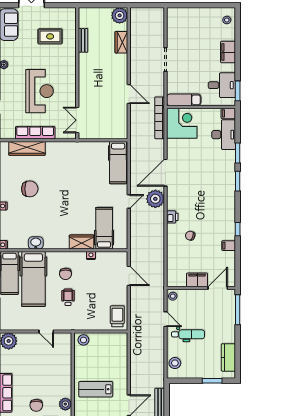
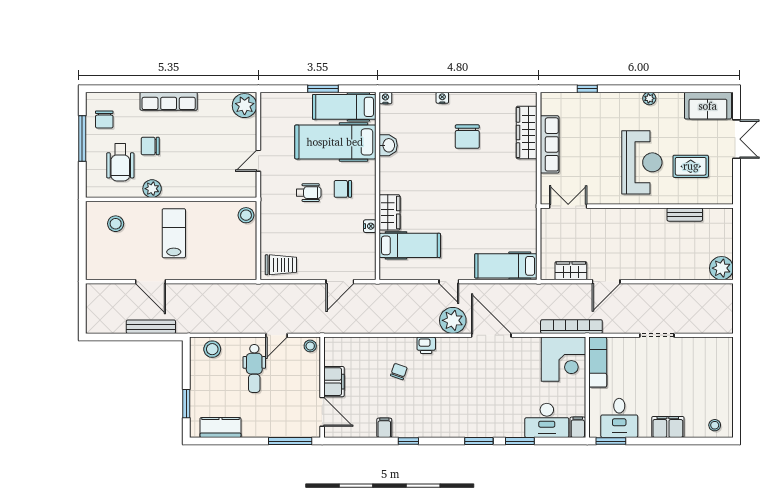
rug: (50, 36) -> (691, 166), turned 90
wardrobe: (121, 42) -> (571, 271), moved
reception desk: (40, 91) -> (642, 162), moved, turned -90

